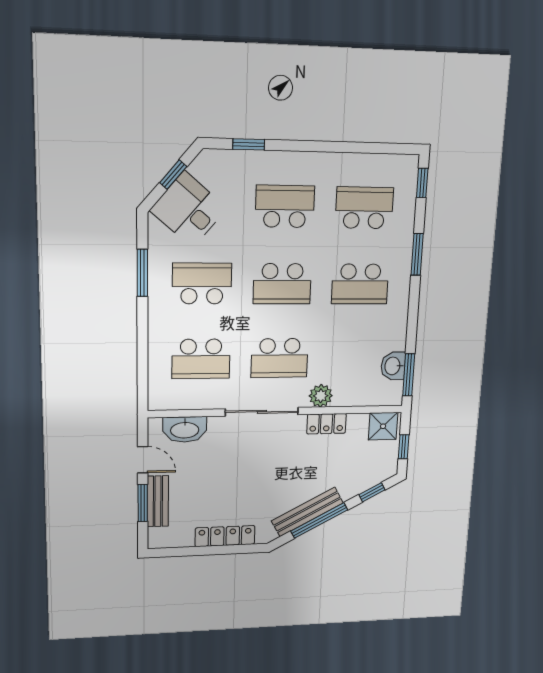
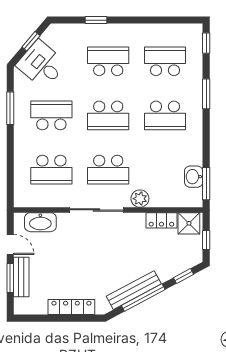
window: (249, 144) -> (96, 20), moved
locker: (326, 424) -> (161, 220), moved

